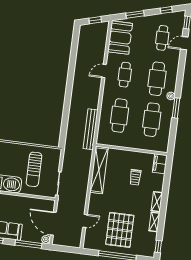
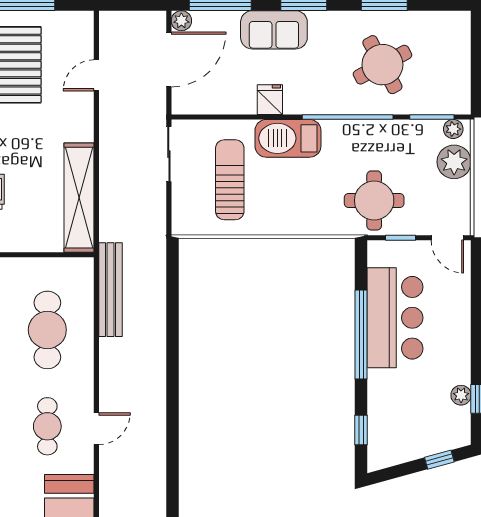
fridge: (13, 201) -> (270, 100), added
door: (53, 224) -> (169, 59), hinge flipped

